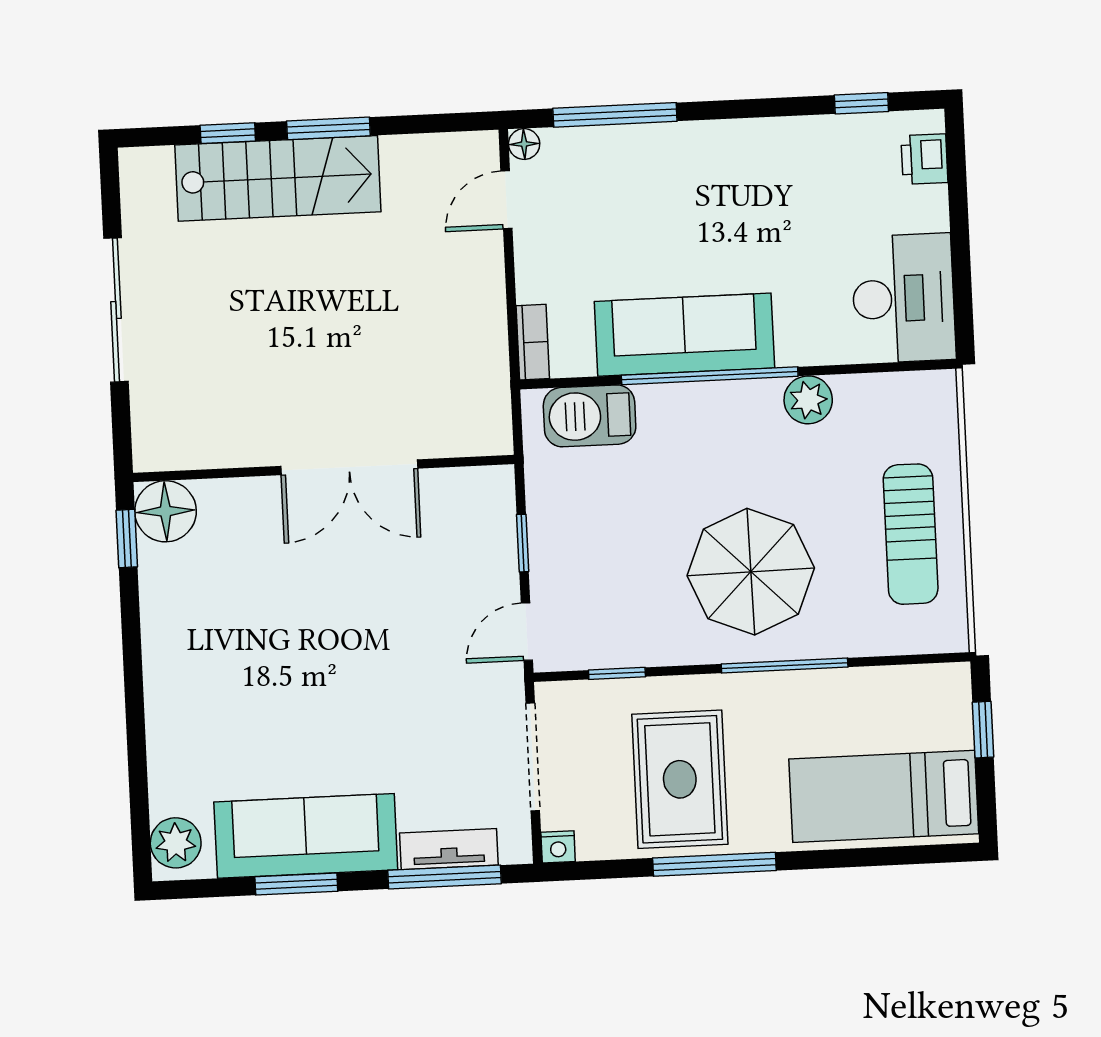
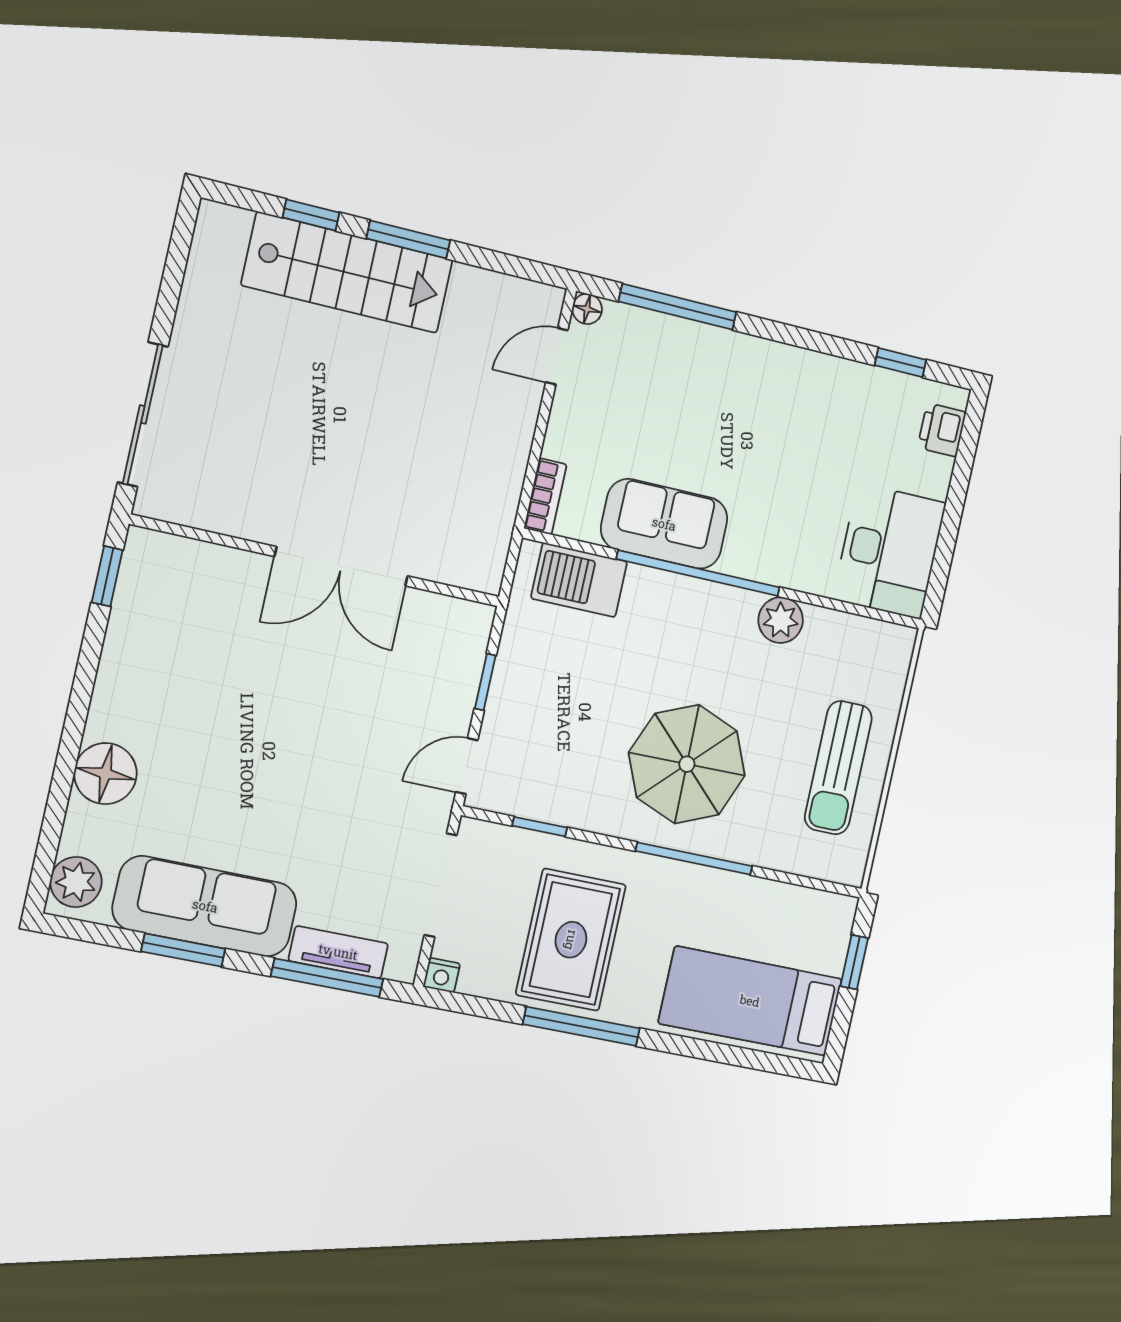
sliding door: (116, 310) -> (143, 414), moved
sofa: (684, 335) -> (664, 524), width x0.73
floor lamp: (166, 511) -> (105, 774), moved

